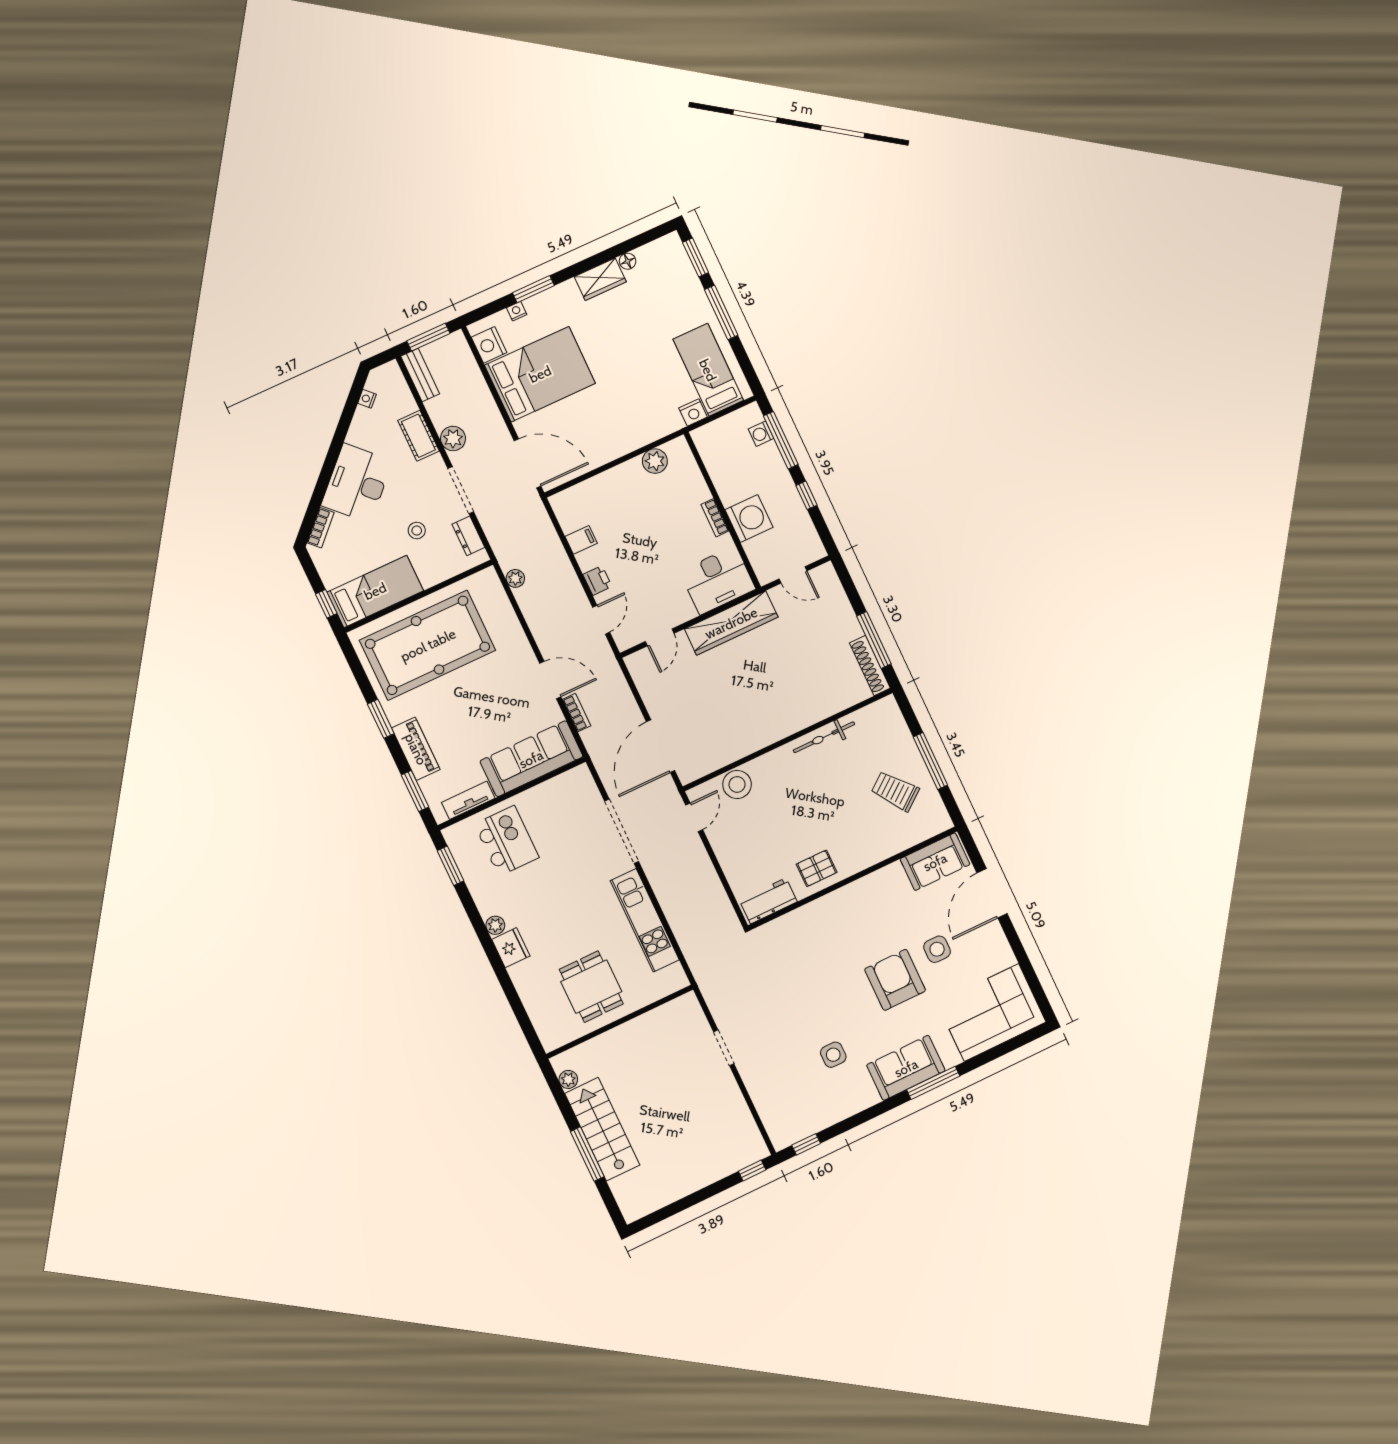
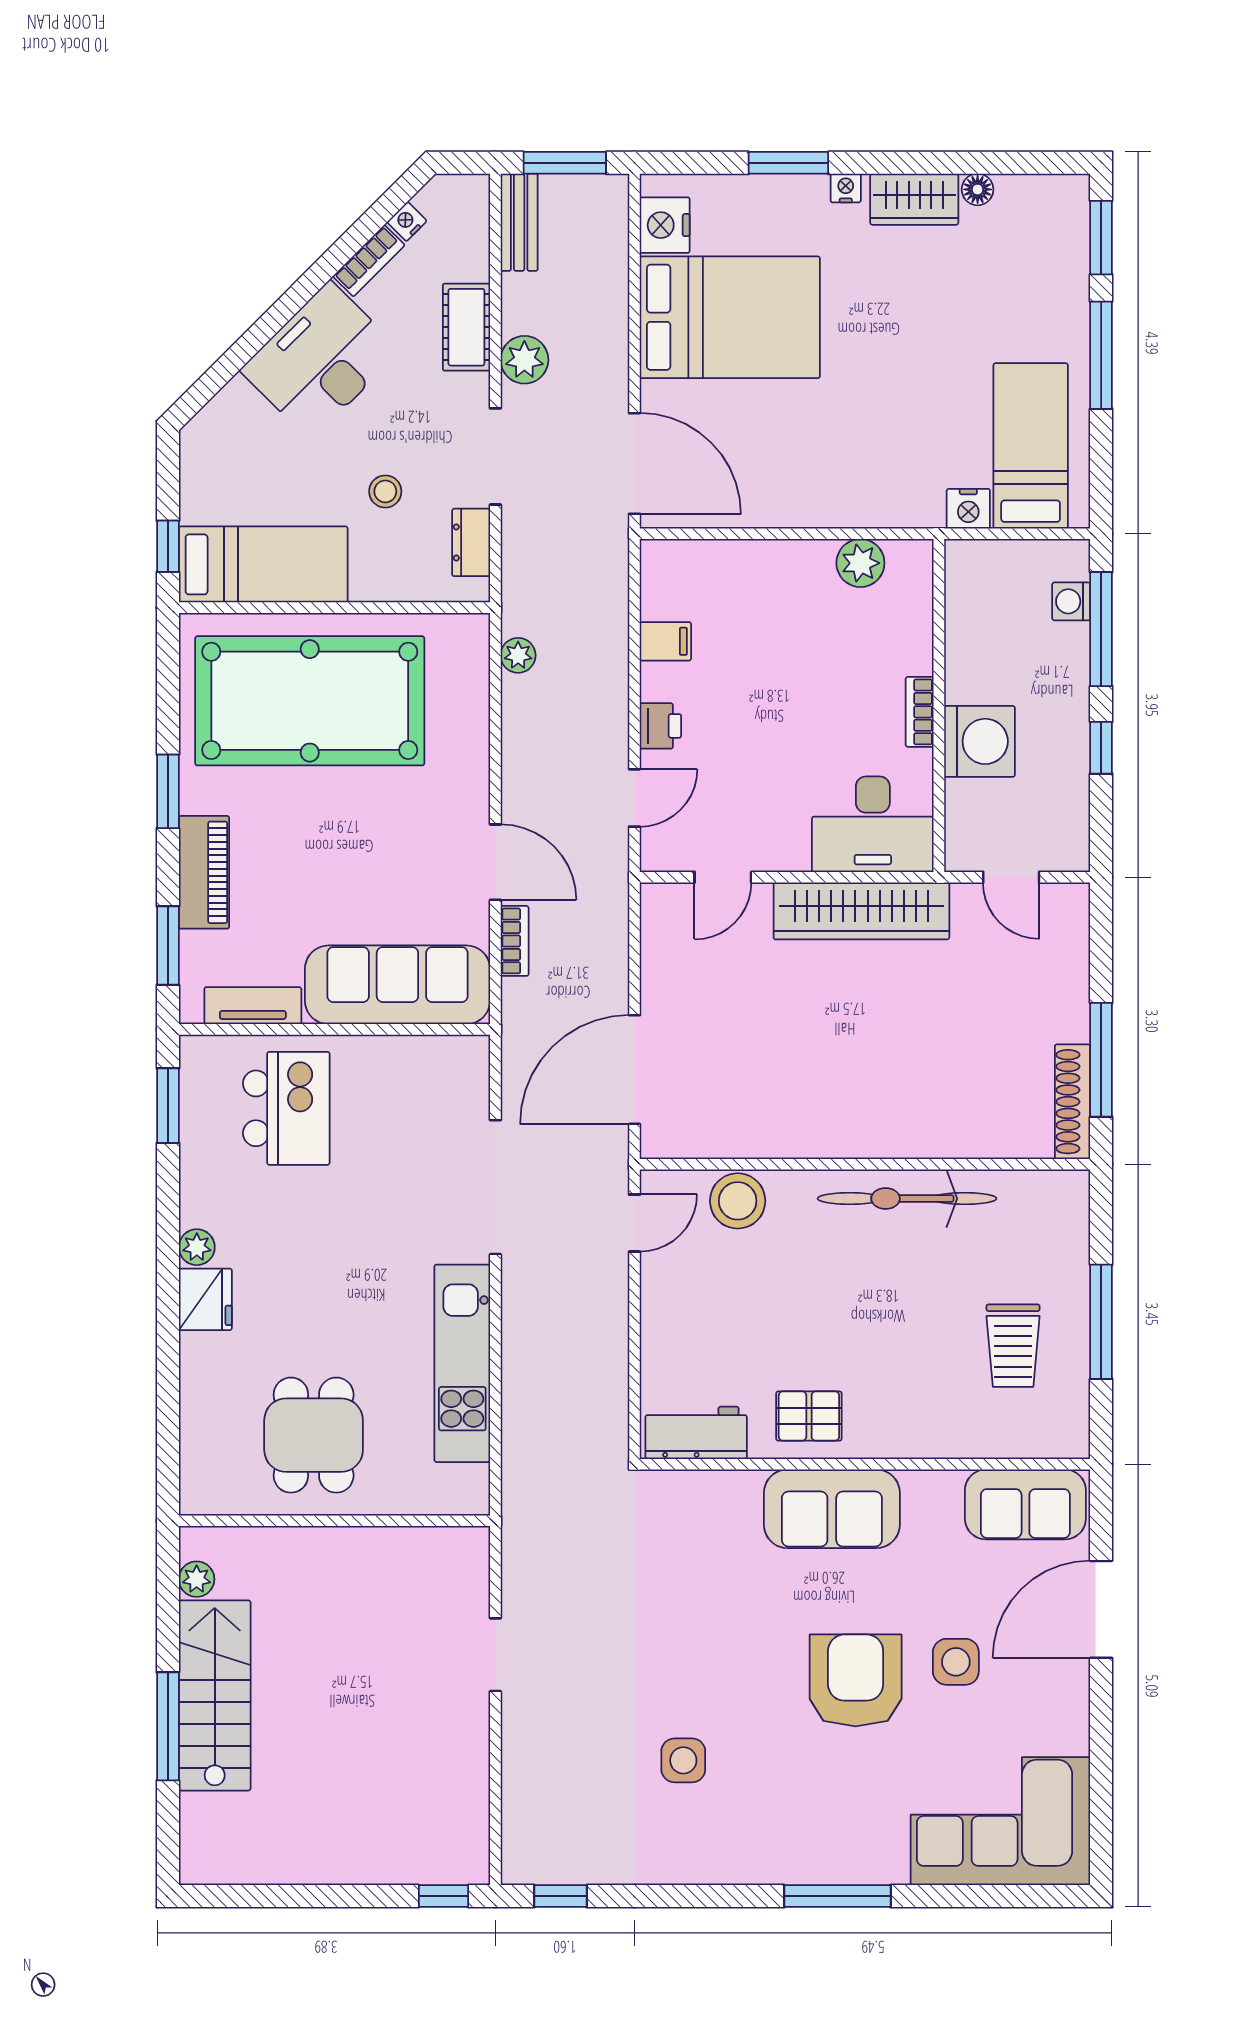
nightstand: (517, 311) -> (846, 188), moved
bookcase: (321, 528) -> (369, 261), moved
bicycle: (824, 737) -> (907, 1199), width x1.37, depth x1.40
trolley: (895, 791) -> (1013, 1346), turned -142
sofa: (906, 1068) -> (832, 1509), moved, turned 180

